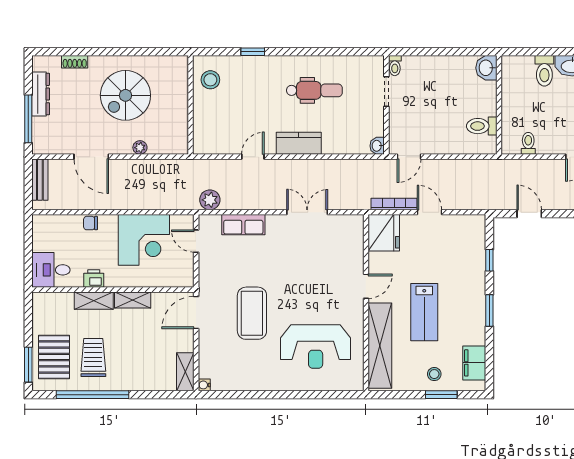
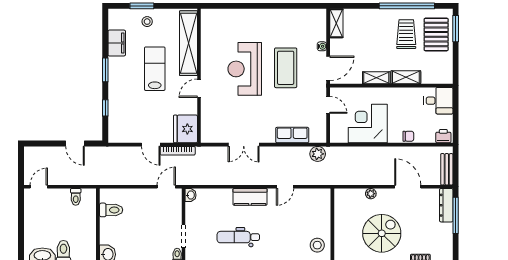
dresser: (41, 94) -> (446, 205), moved
door: (196, 241) -> (328, 105), moved
printer: (94, 279) -> (443, 136), moved, turned 180
reception desk: (316, 347) -> (245, 69), moved, turned -90
trolley: (93, 358) -> (406, 34), turned 180
filing cabinet: (474, 363) -> (117, 43), moved
water cooler: (204, 385) -> (322, 46), moved

